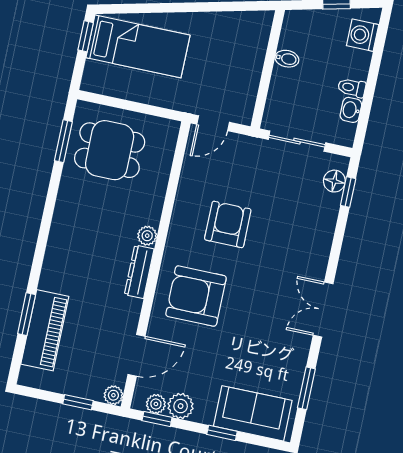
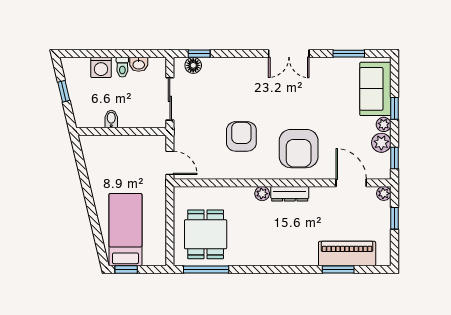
washing machine: (363, 35) -> (101, 67), moved
window: (63, 141) -> (206, 269), width x1.44
armchair: (228, 224) -> (241, 136), turned 90
plant: (156, 404) -> (384, 124), moved

